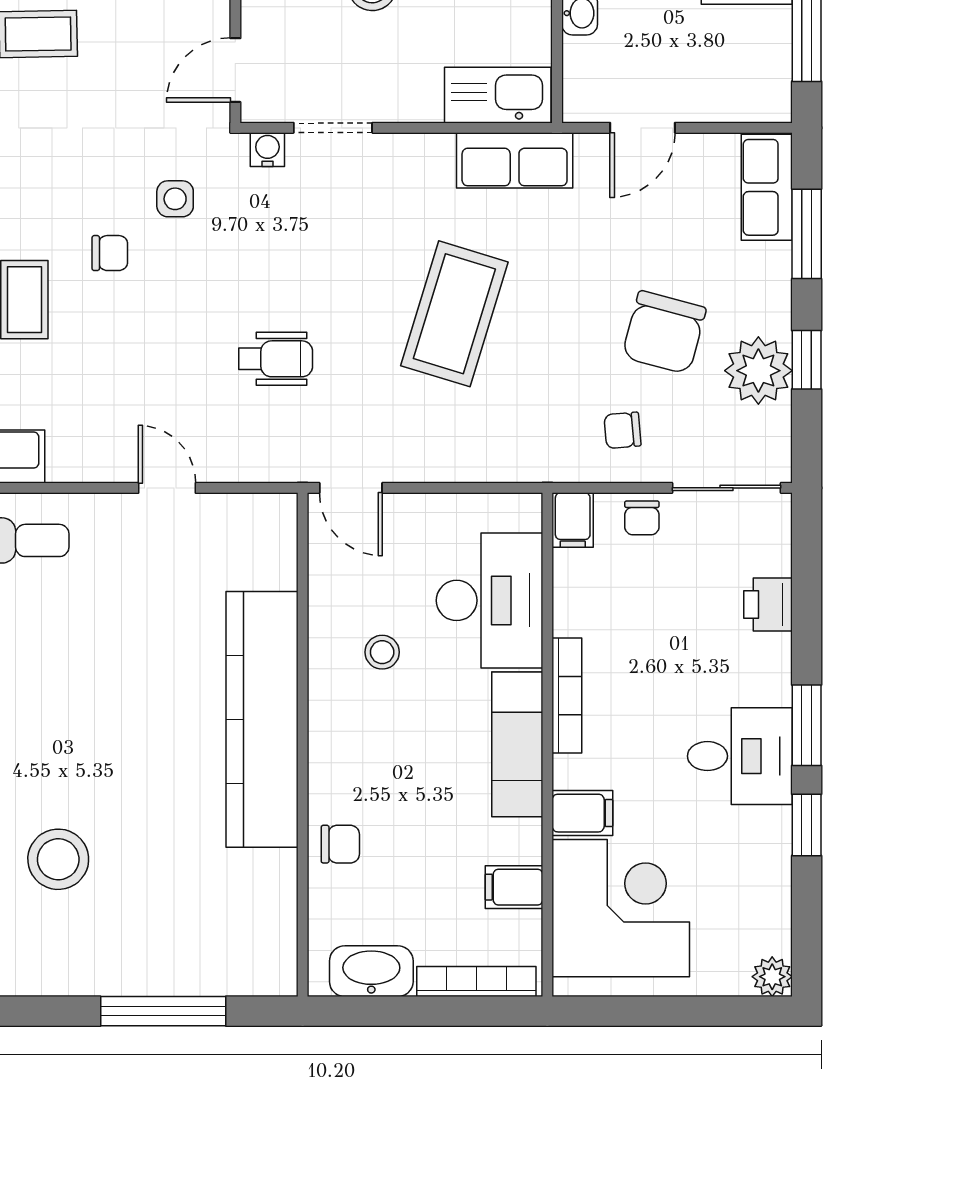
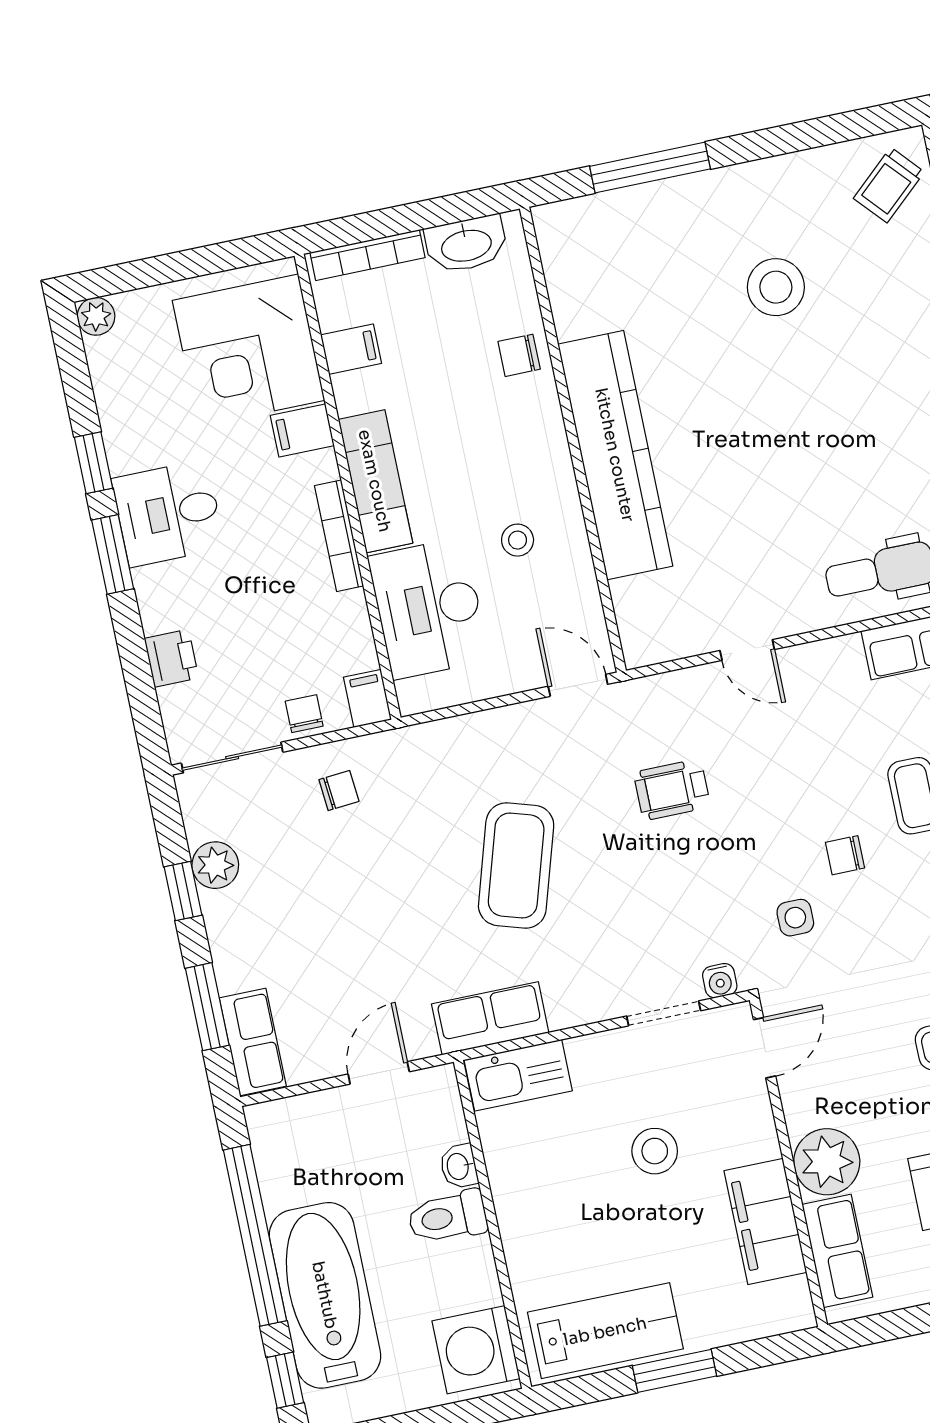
chair: (664, 332) -> (320, 889), removed
plant: (758, 371) -> (215, 865), width x0.73, depth x0.73

